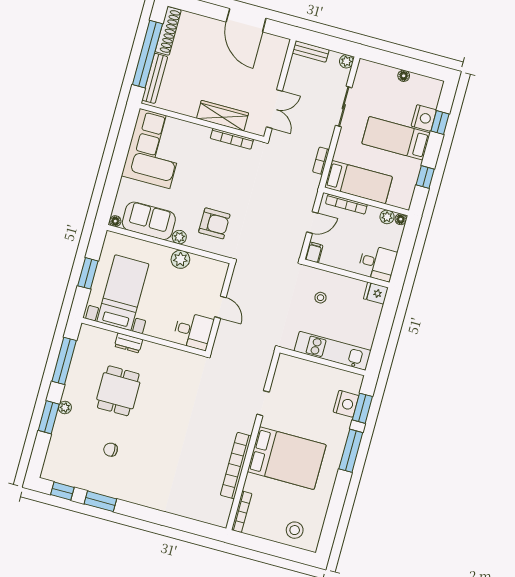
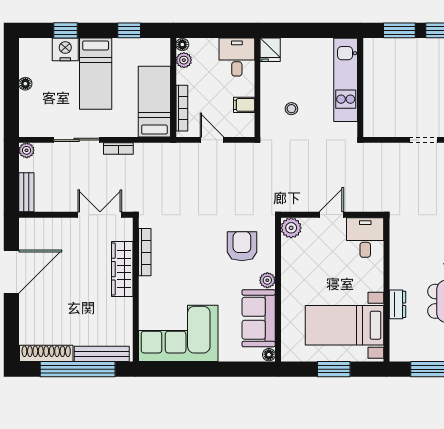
bookcase: (321, 161) -> (118, 149), moved
filing cabinet: (314, 252) -> (244, 105), moved
plant: (180, 259) -> (291, 228), moved
nightstand: (346, 404) -> (399, 50), removed

